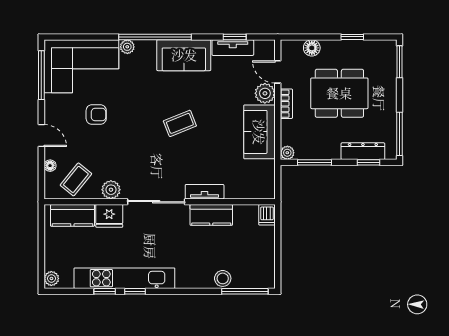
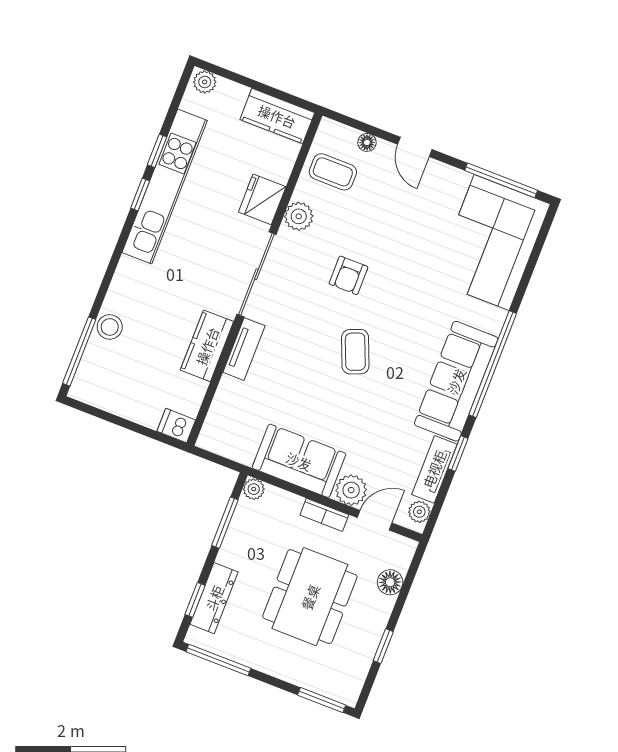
window: (235, 37) -> (458, 454), moved
plant: (127, 47) -> (419, 512), moved
sofa: (184, 55) -> (456, 381), width x1.36
armchair: (96, 115) -> (348, 275), moved
door: (41, 136) -> (415, 147), hinge flipped
coffee table: (76, 179) -> (333, 172), turned -39
kitchen counter: (72, 215) -> (277, 116), moved, turned -90

